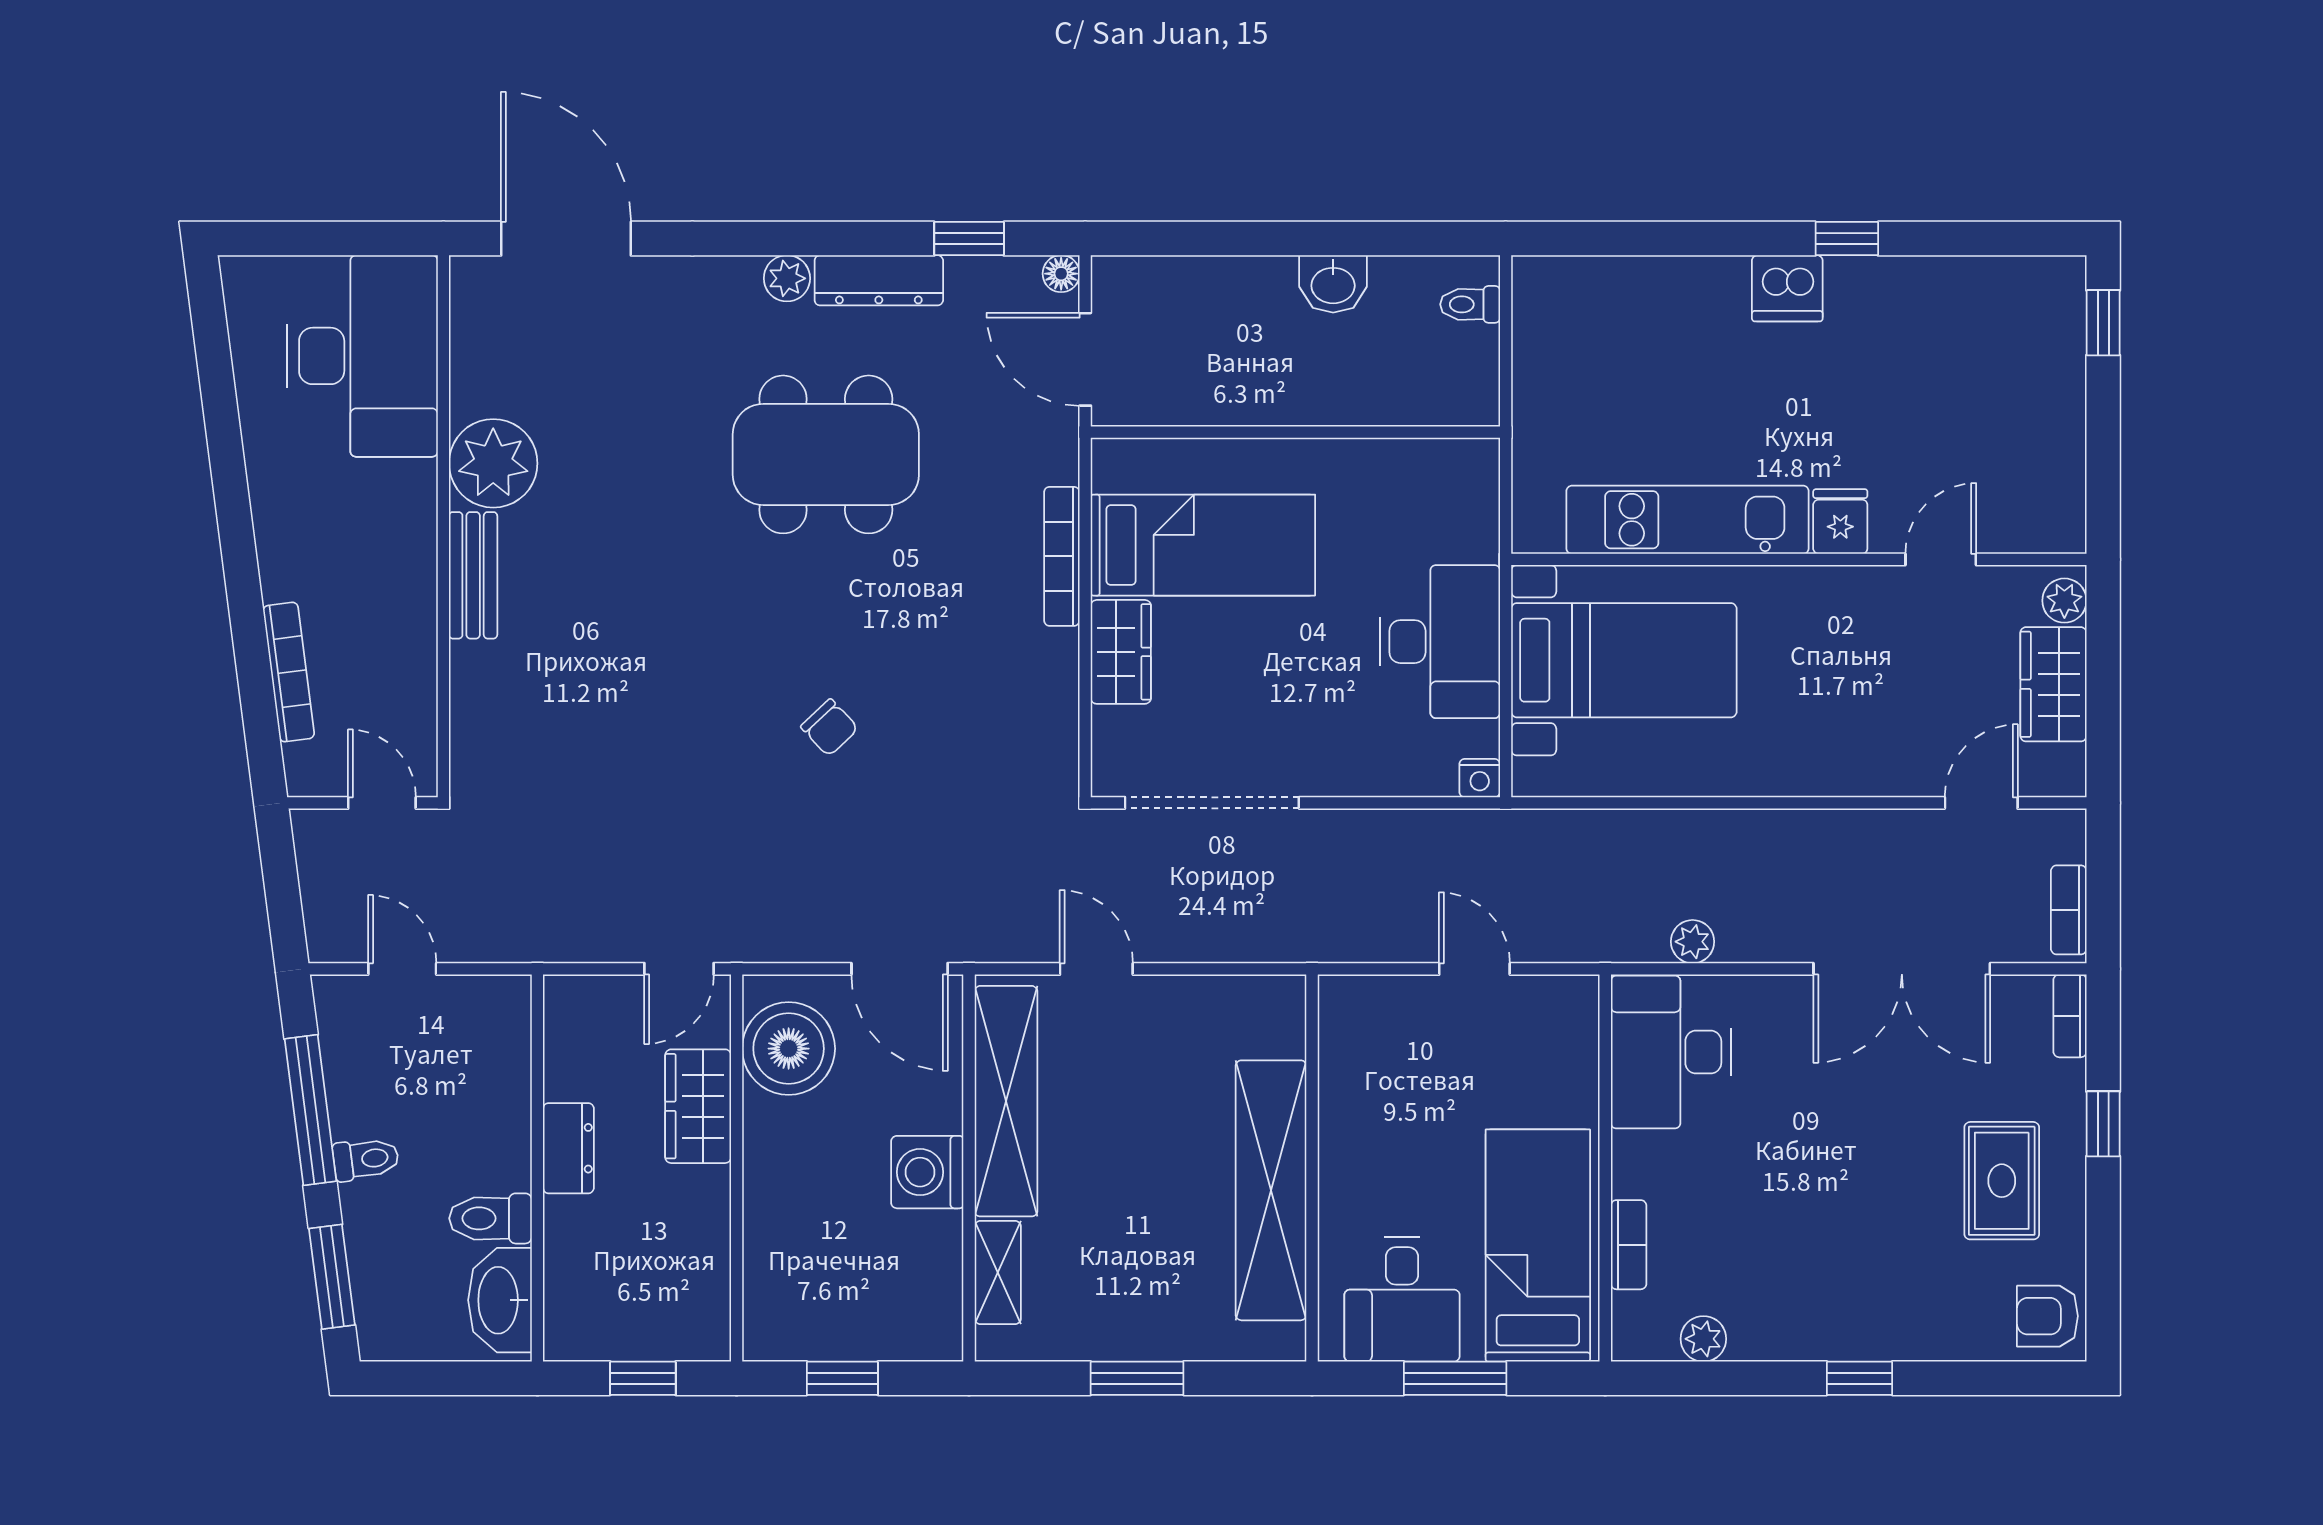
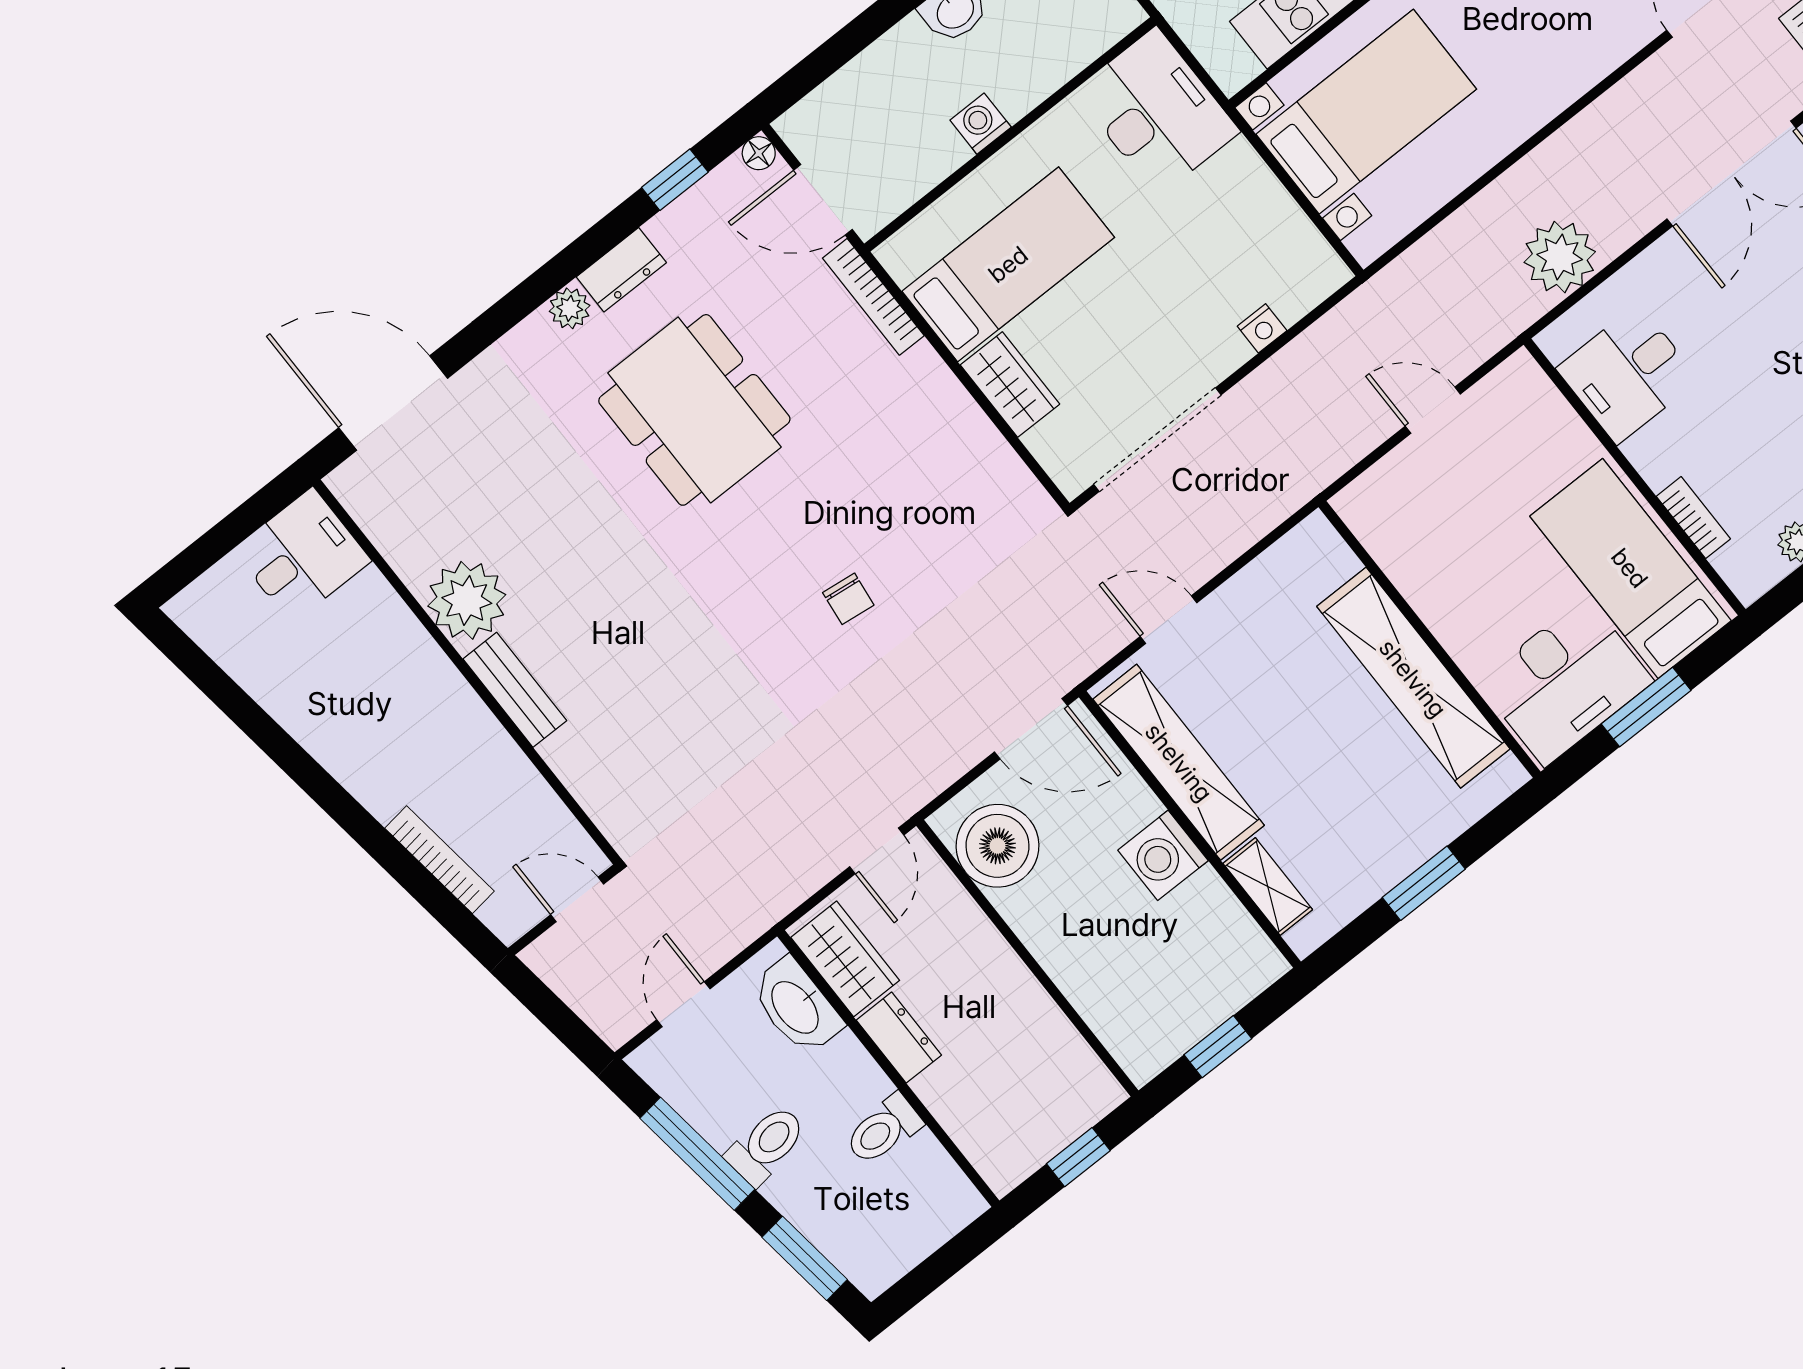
dresser: (879, 280) -> (621, 270), width x0.70
desk: (362, 356) -> (302, 555), width x0.53, depth x0.77
washing machine: (1277, 402) -> (981, 124), added
dining table: (826, 454) -> (694, 410), turned 90
bookcase: (1062, 556) -> (873, 297), moved
desk: (1440, 642) -> (1157, 112), moved
chair: (830, 728) -> (848, 599), turned 50
nightstand: (1480, 778) -> (1262, 328), moved
plant: (1693, 942) -> (1560, 257), width x1.88, depth x1.88
door: (402, 969) -> (683, 1004), hinge flipped
desk: (1671, 1052) -> (1628, 374), width x0.73
wardrobe: (698, 1106) -> (845, 959), moved, turned 180
toilet: (366, 1159) -> (766, 1145), width x1.37, depth x1.39
desk: (1402, 1299) -> (1565, 681), width x1.37
washbasin: (500, 1300) -> (796, 1006), moved

